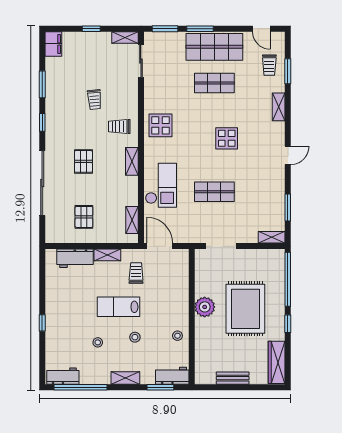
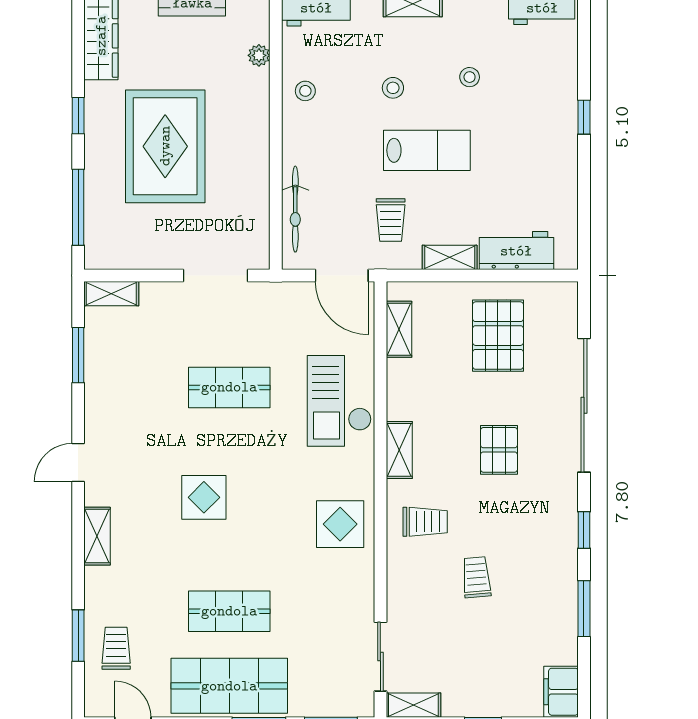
shelving: (279, 107) -> (97, 536), moved
pallet: (84, 217) -> (498, 336), width x1.50, depth x1.42
bicycle: (182, 278) -> (295, 209), added
window: (288, 279) -> (78, 207), width x0.68
plant: (205, 307) -> (259, 55), moved, width x0.53, depth x0.53

